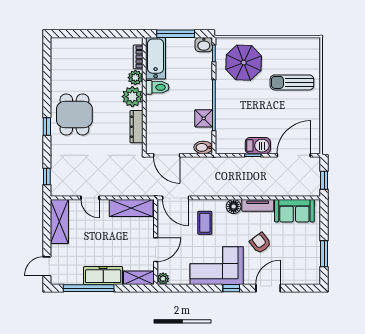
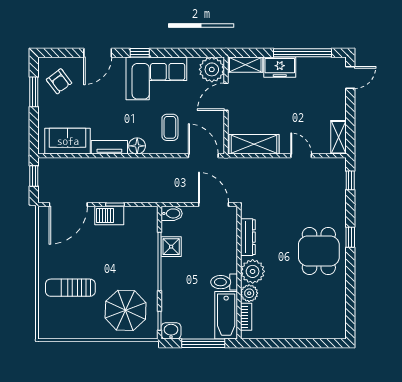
sun lounger: (292, 82) -> (70, 288), turned 180
shelving: (59, 221) -> (339, 137), width x0.67, depth x0.75
armchair: (260, 243) -> (59, 81), moved
freezer: (103, 276) -> (280, 67), width x0.71
plant: (163, 279) -> (212, 69), width x1.87, depth x1.87

